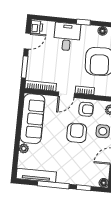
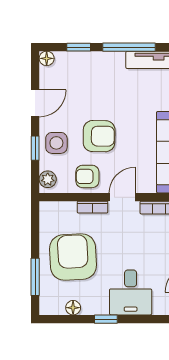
armchair: (77, 133) -> (99, 136), turned -89

